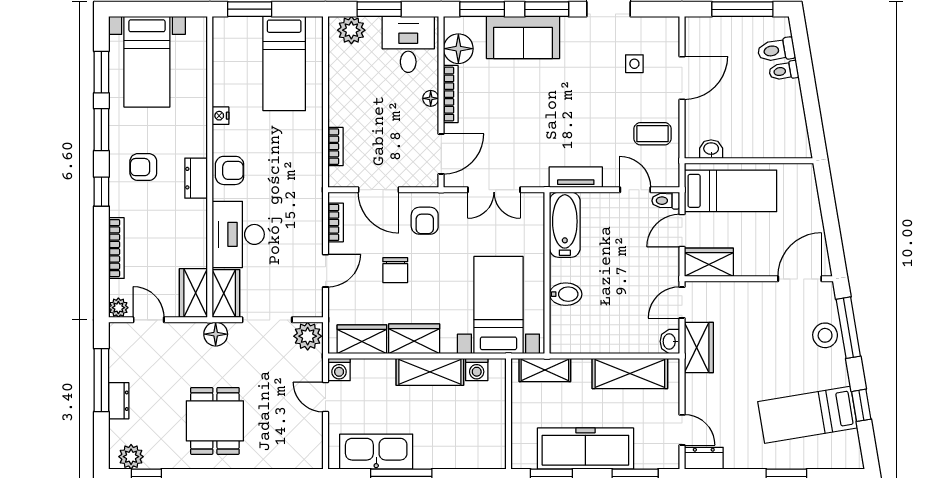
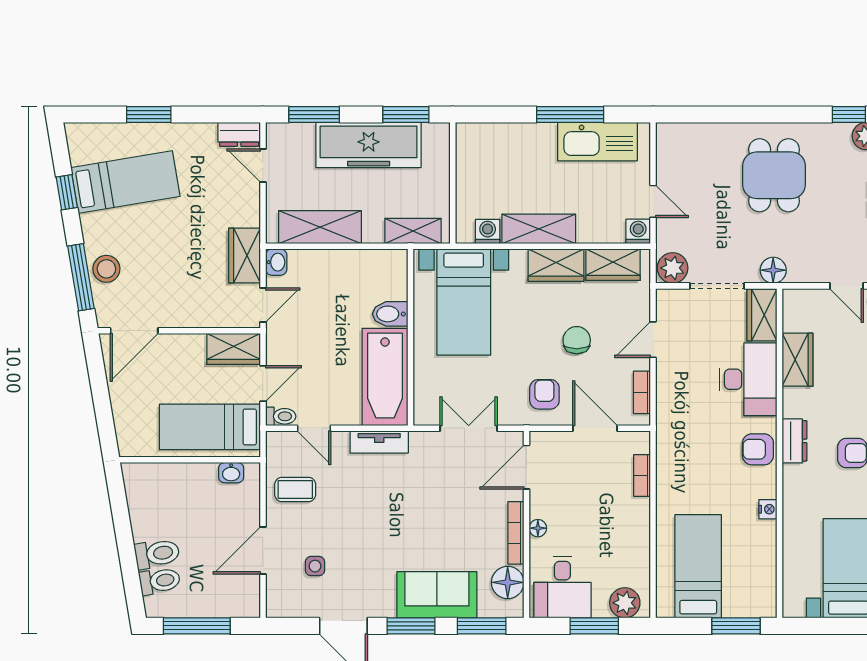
toilet: (784, 71) -> (157, 554), width x1.37, depth x1.39
bathtub: (565, 225) -> (385, 377), width x1.36, depth x1.36
wardrobe: (193, 293) -> (798, 360), moved

